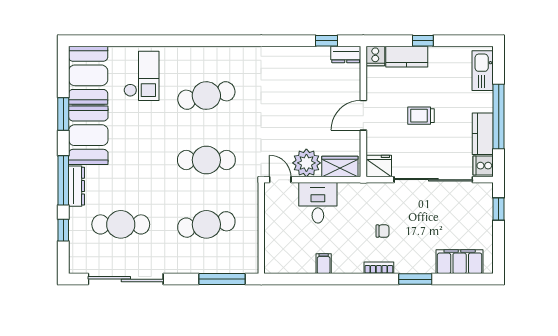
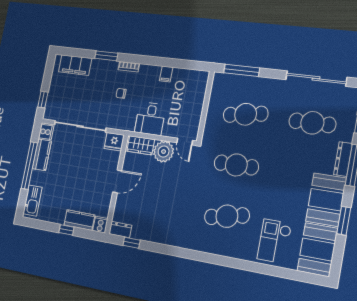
trolley: (421, 116) -> (79, 175), removed
desk: (318, 203) -> (150, 119), moved

